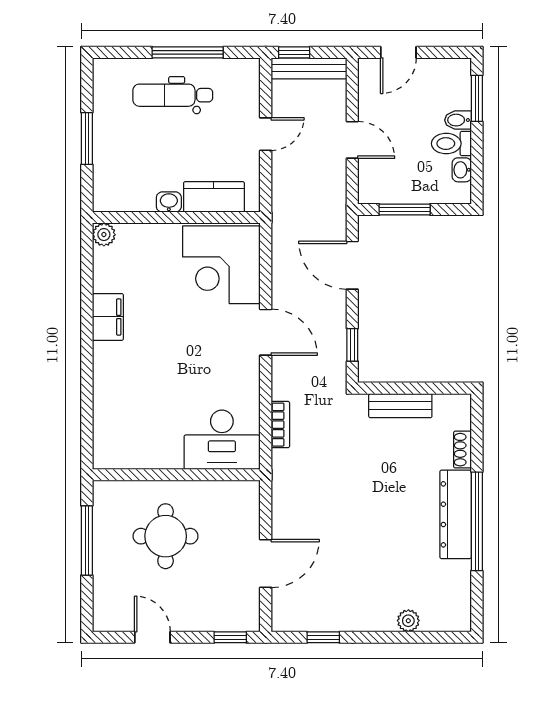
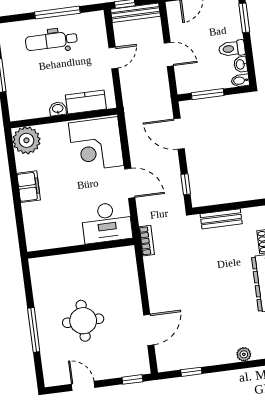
bidet: (458, 120) -> (240, 81), moved
plant: (104, 235) -> (26, 140), width x1.88, depth x1.88
desk: (222, 440) -> (107, 222), moved
wall: (176, 475) -> (81, 248), moved

